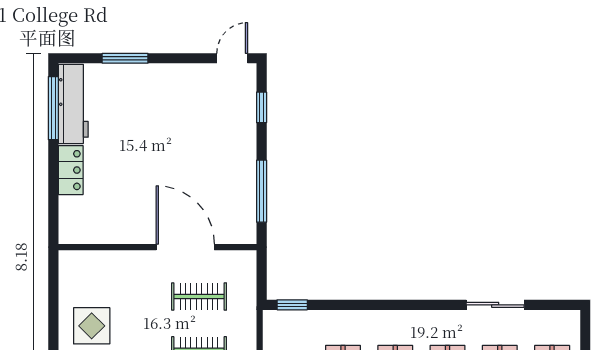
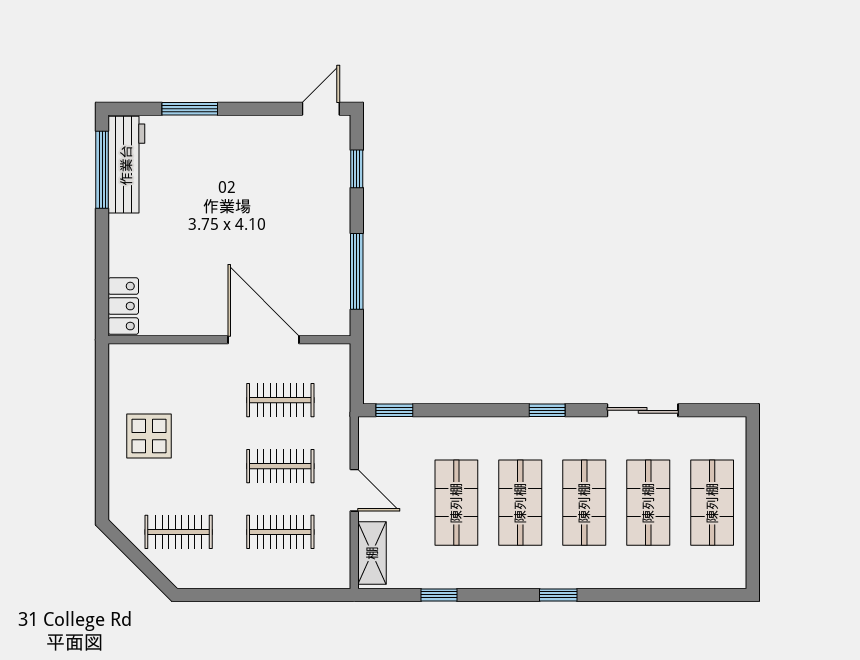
locker: (71, 170) -> (123, 306), moved
window: (417, 305) -> (547, 410), added

